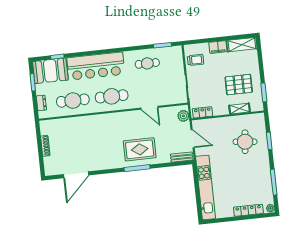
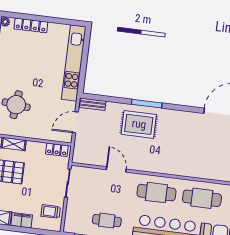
plant: (183, 116) -> (80, 151), removed
door: (193, 139) -> (75, 122), hinge flipped

